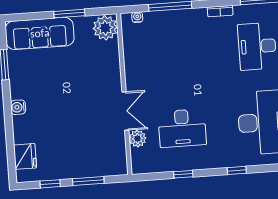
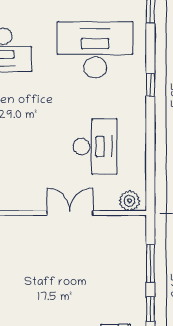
plant: (138, 139) -> (130, 201), moved
window: (183, 174) -> (150, 149), removed

